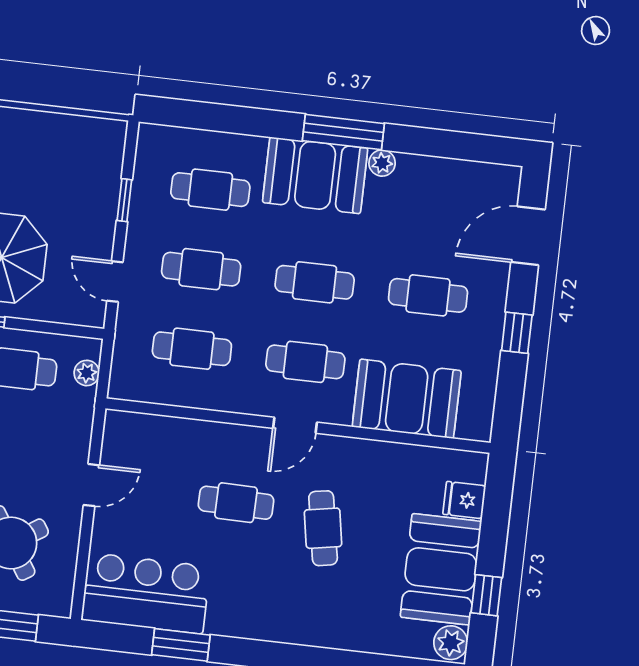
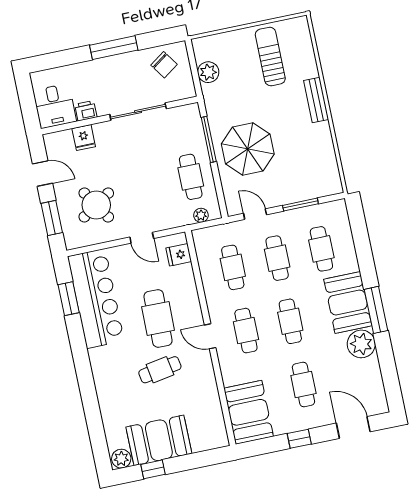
plant: (382, 163) -> (361, 344), width x1.88, depth x1.88
window: (124, 200) -> (300, 205), width x1.50
door: (115, 282) -> (255, 214), hinge flipped
booth: (407, 399) -> (249, 412), moved
fridge: (464, 500) -> (179, 255), moved, turned -90
cafe table: (236, 503) -> (158, 318), width x1.37, depth x1.35
bar counter: (146, 593) -> (96, 299), width x1.36
window: (181, 645) -> (69, 299), moved

